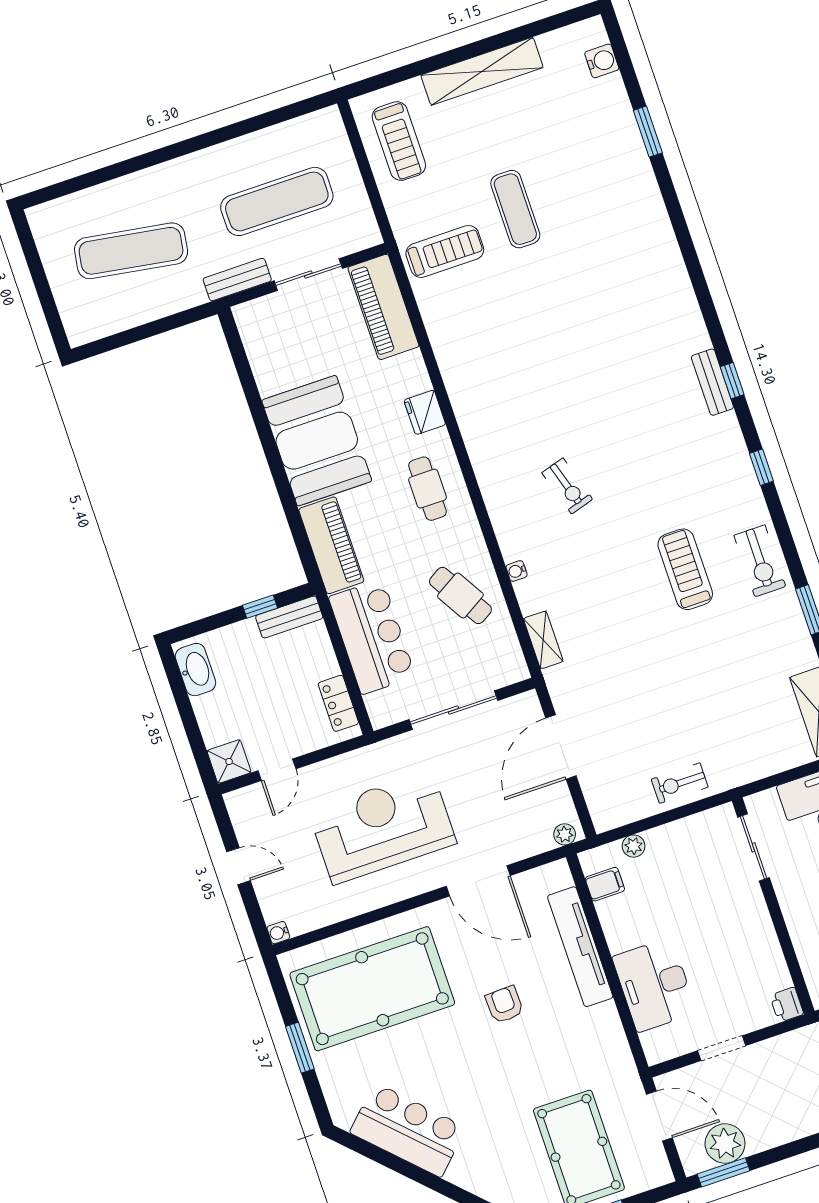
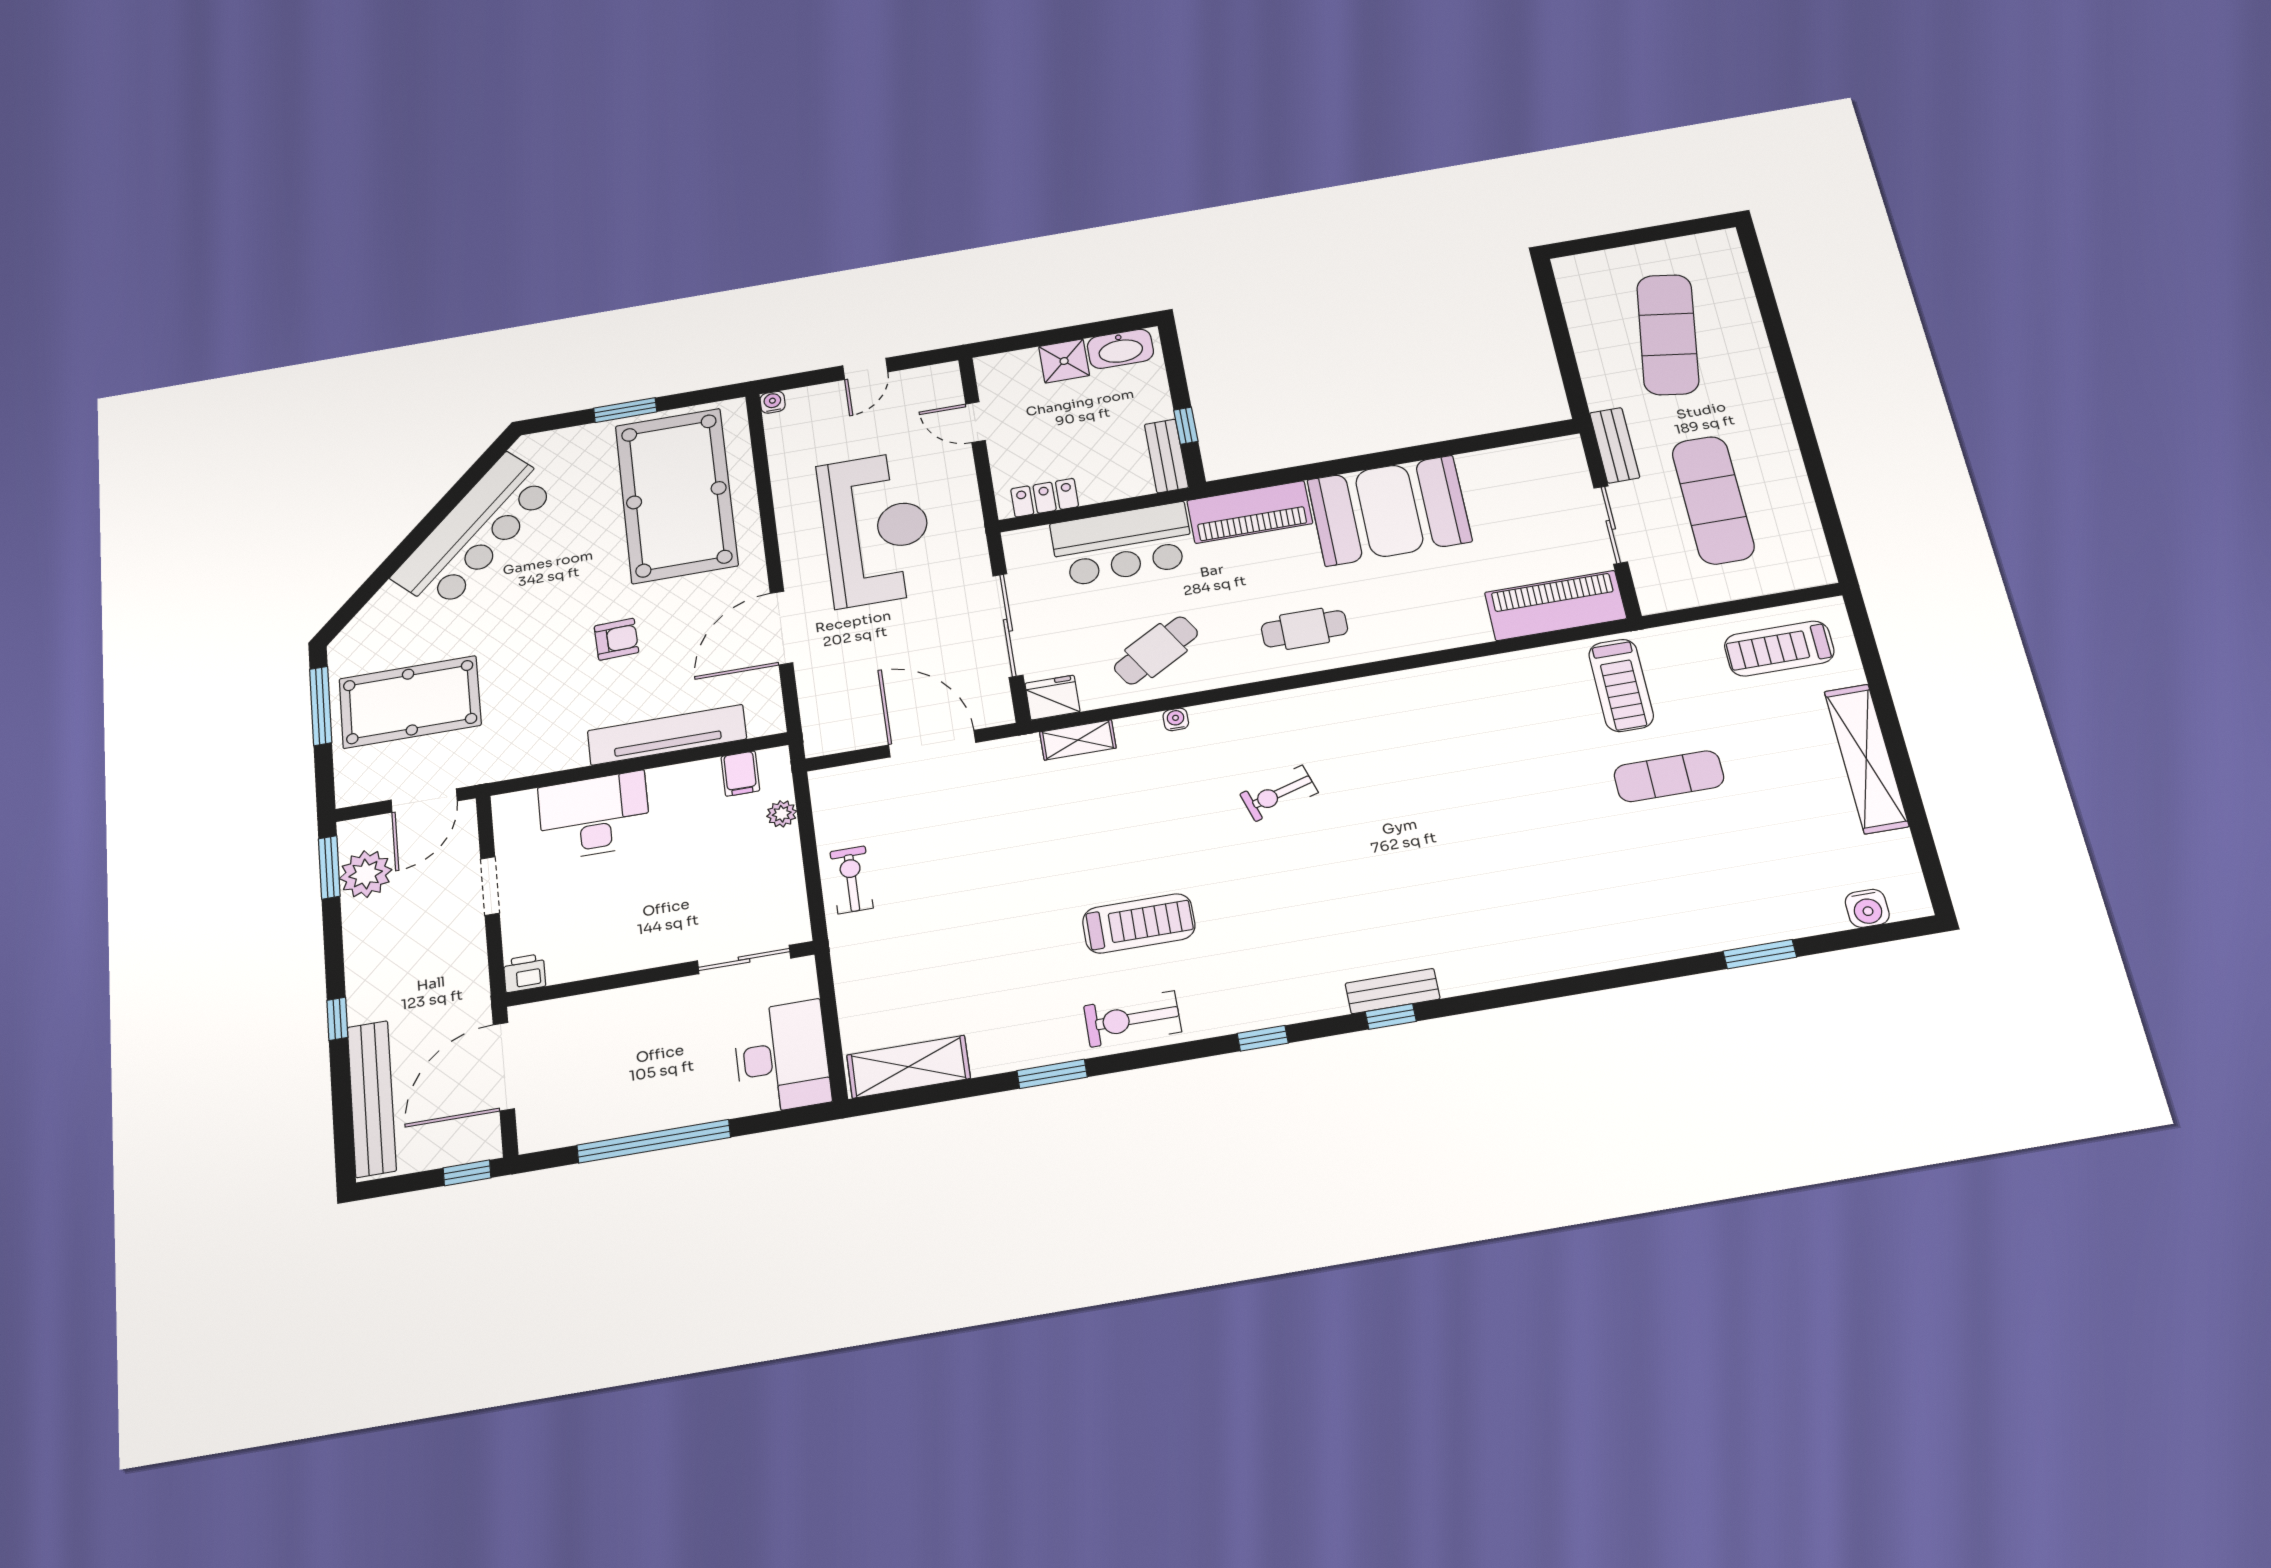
fridge: (425, 412) -> (1052, 698), moved
shower: (229, 761) -> (1064, 361), moved
plant: (565, 834) -> (817, 734), removed
bar counter: (408, 1130) -> (475, 531), width x1.36

